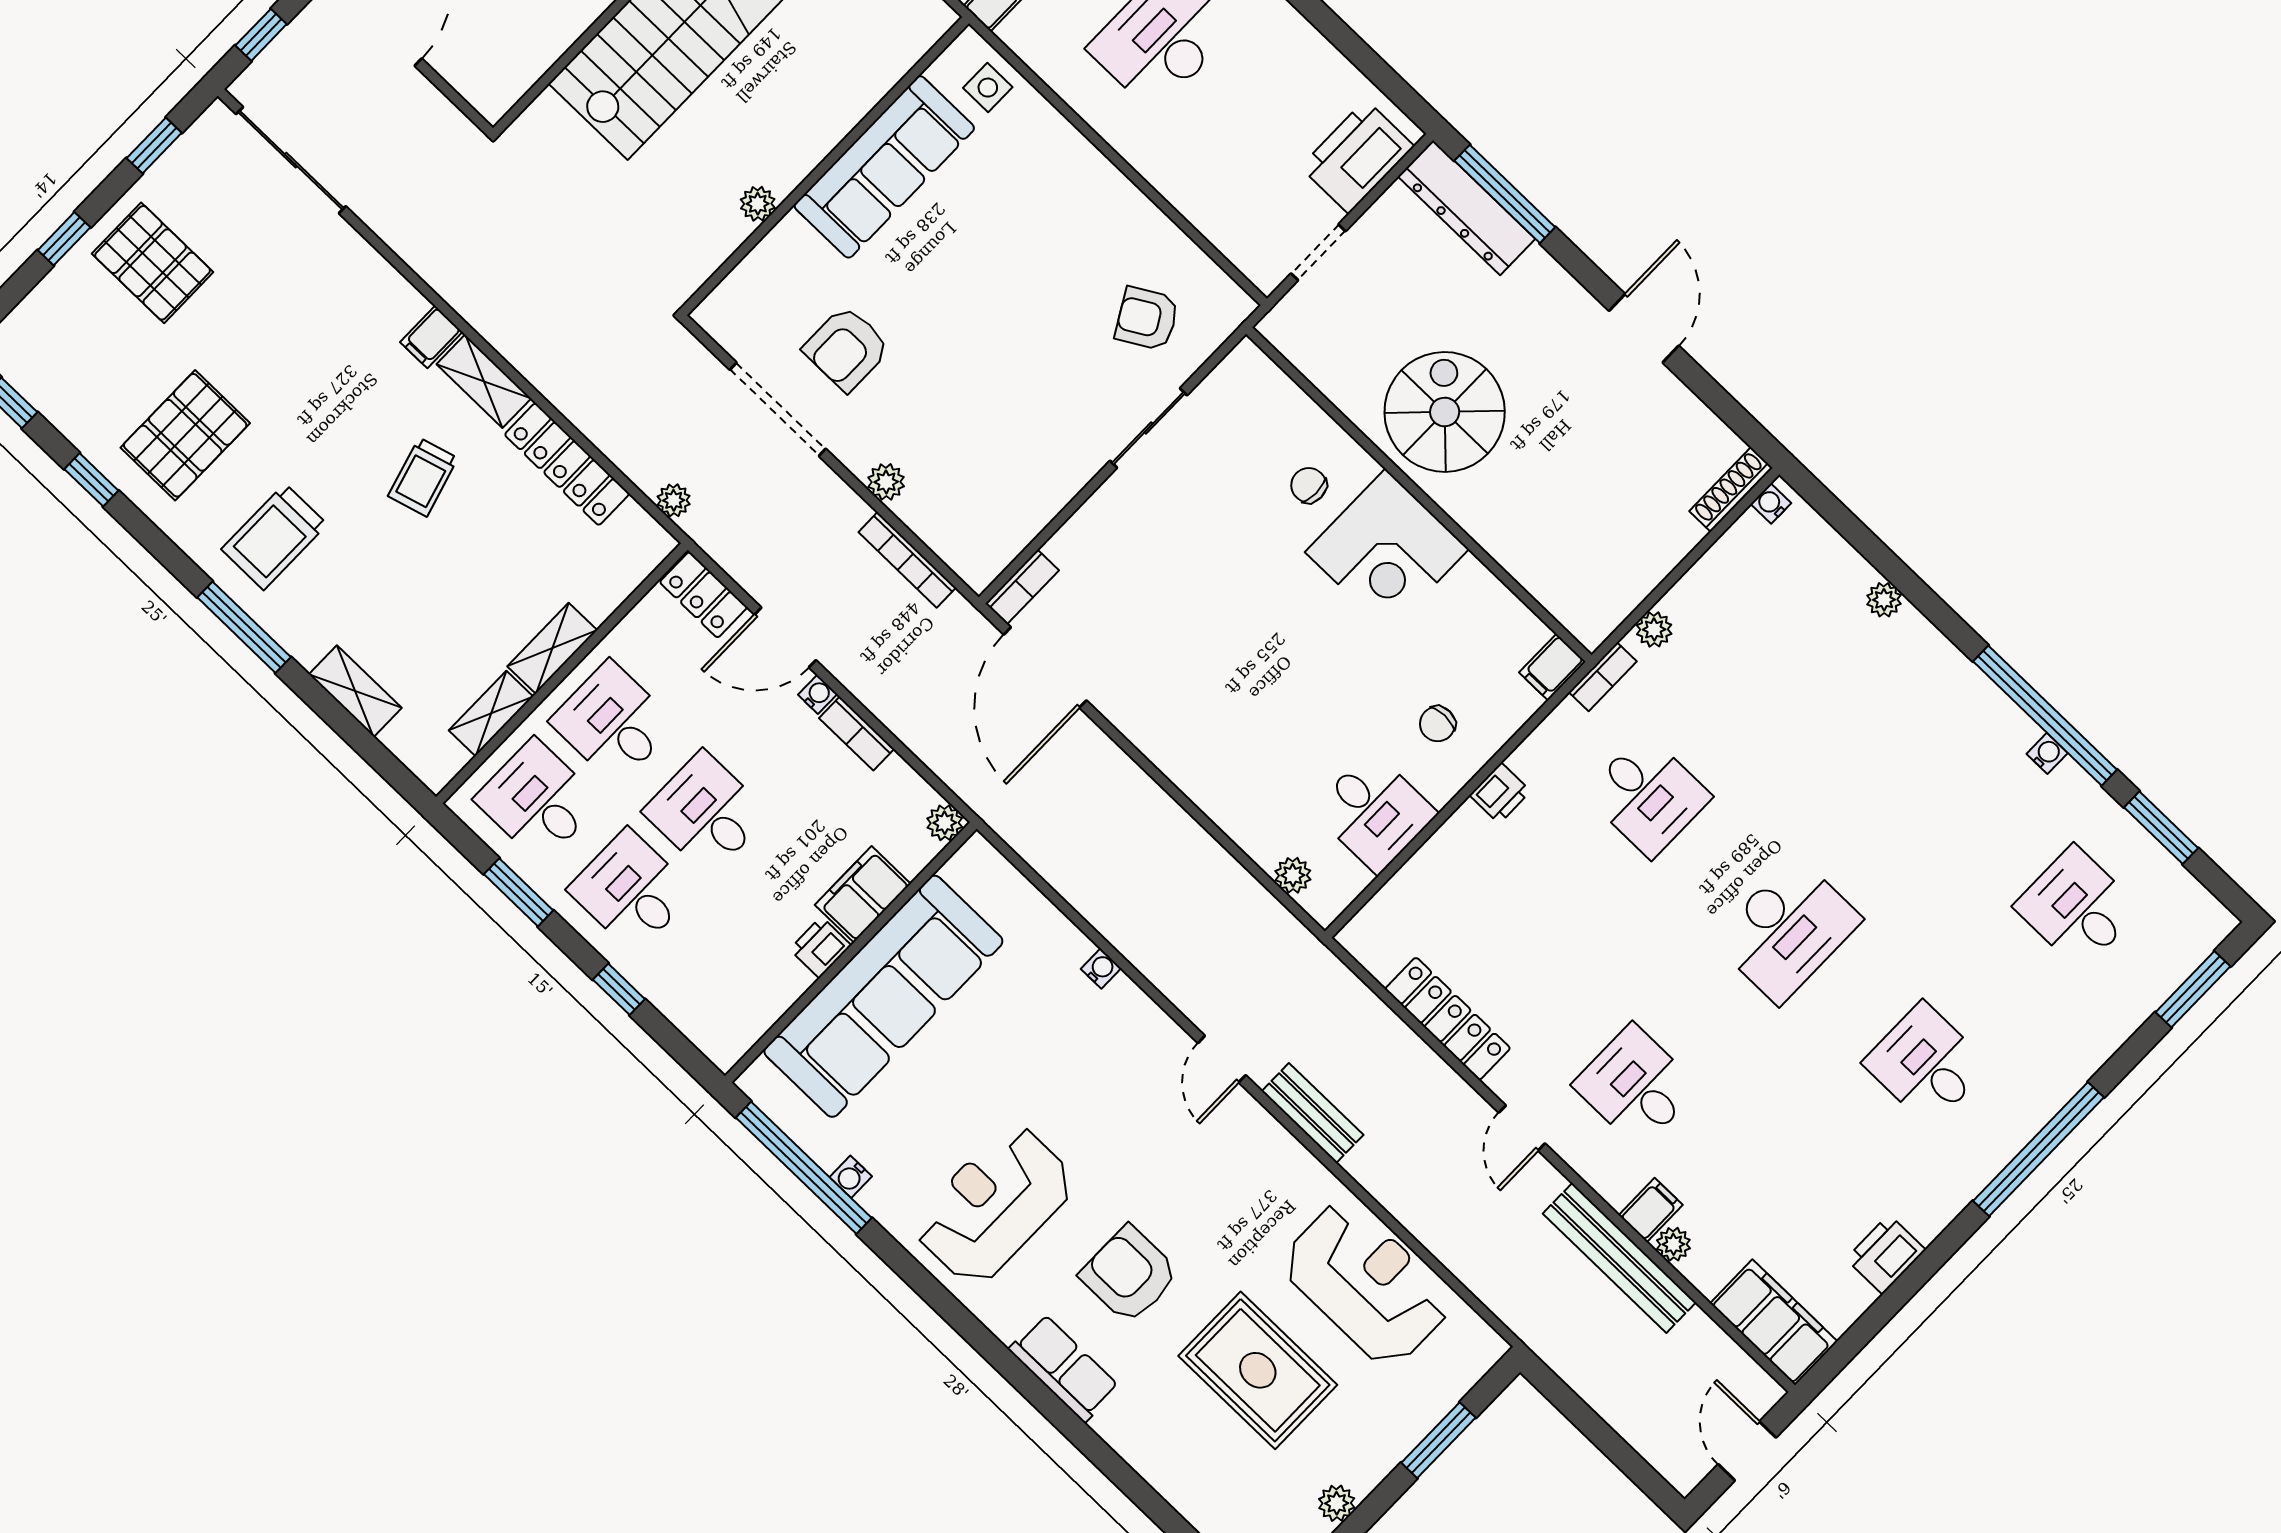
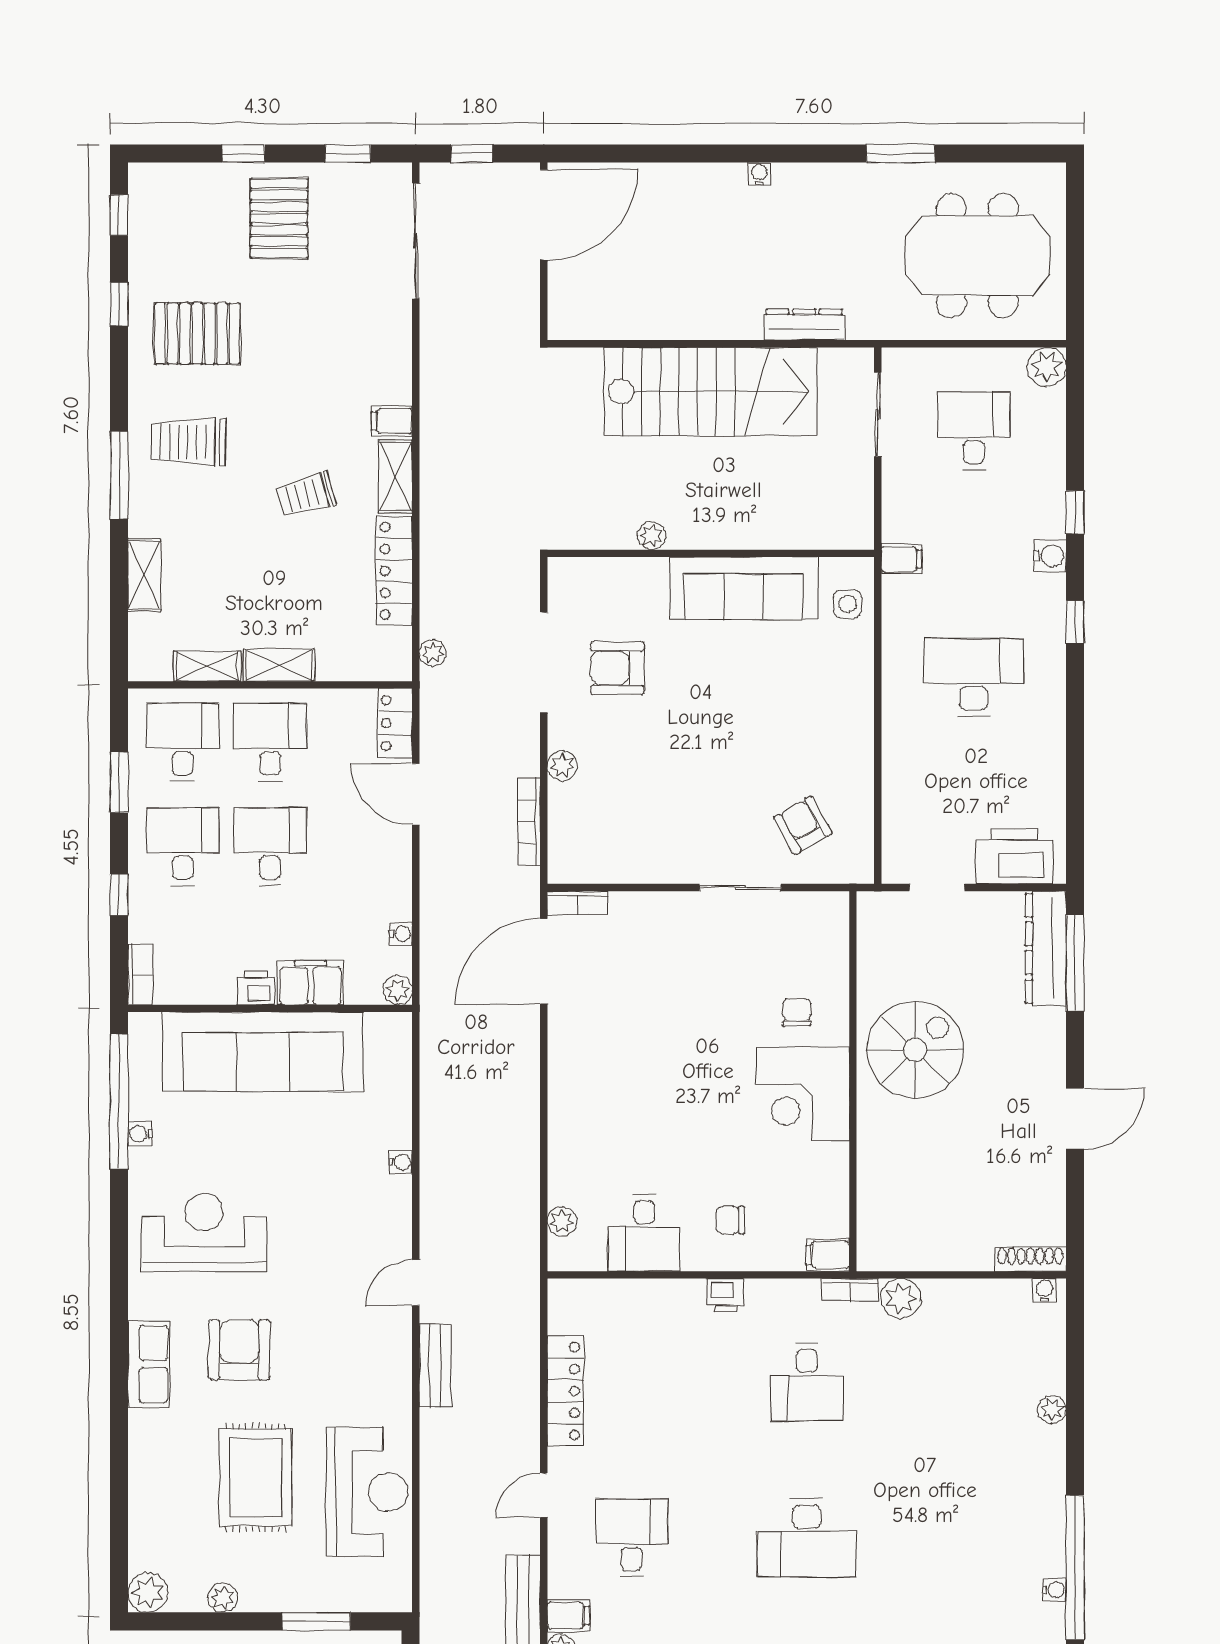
plant: (1654, 629) -> (901, 1298), width x1.38, depth x1.38
water cooler: (818, 694) -> (401, 934), moved
bookcase: (857, 734) -> (140, 974), moved, turned 180

